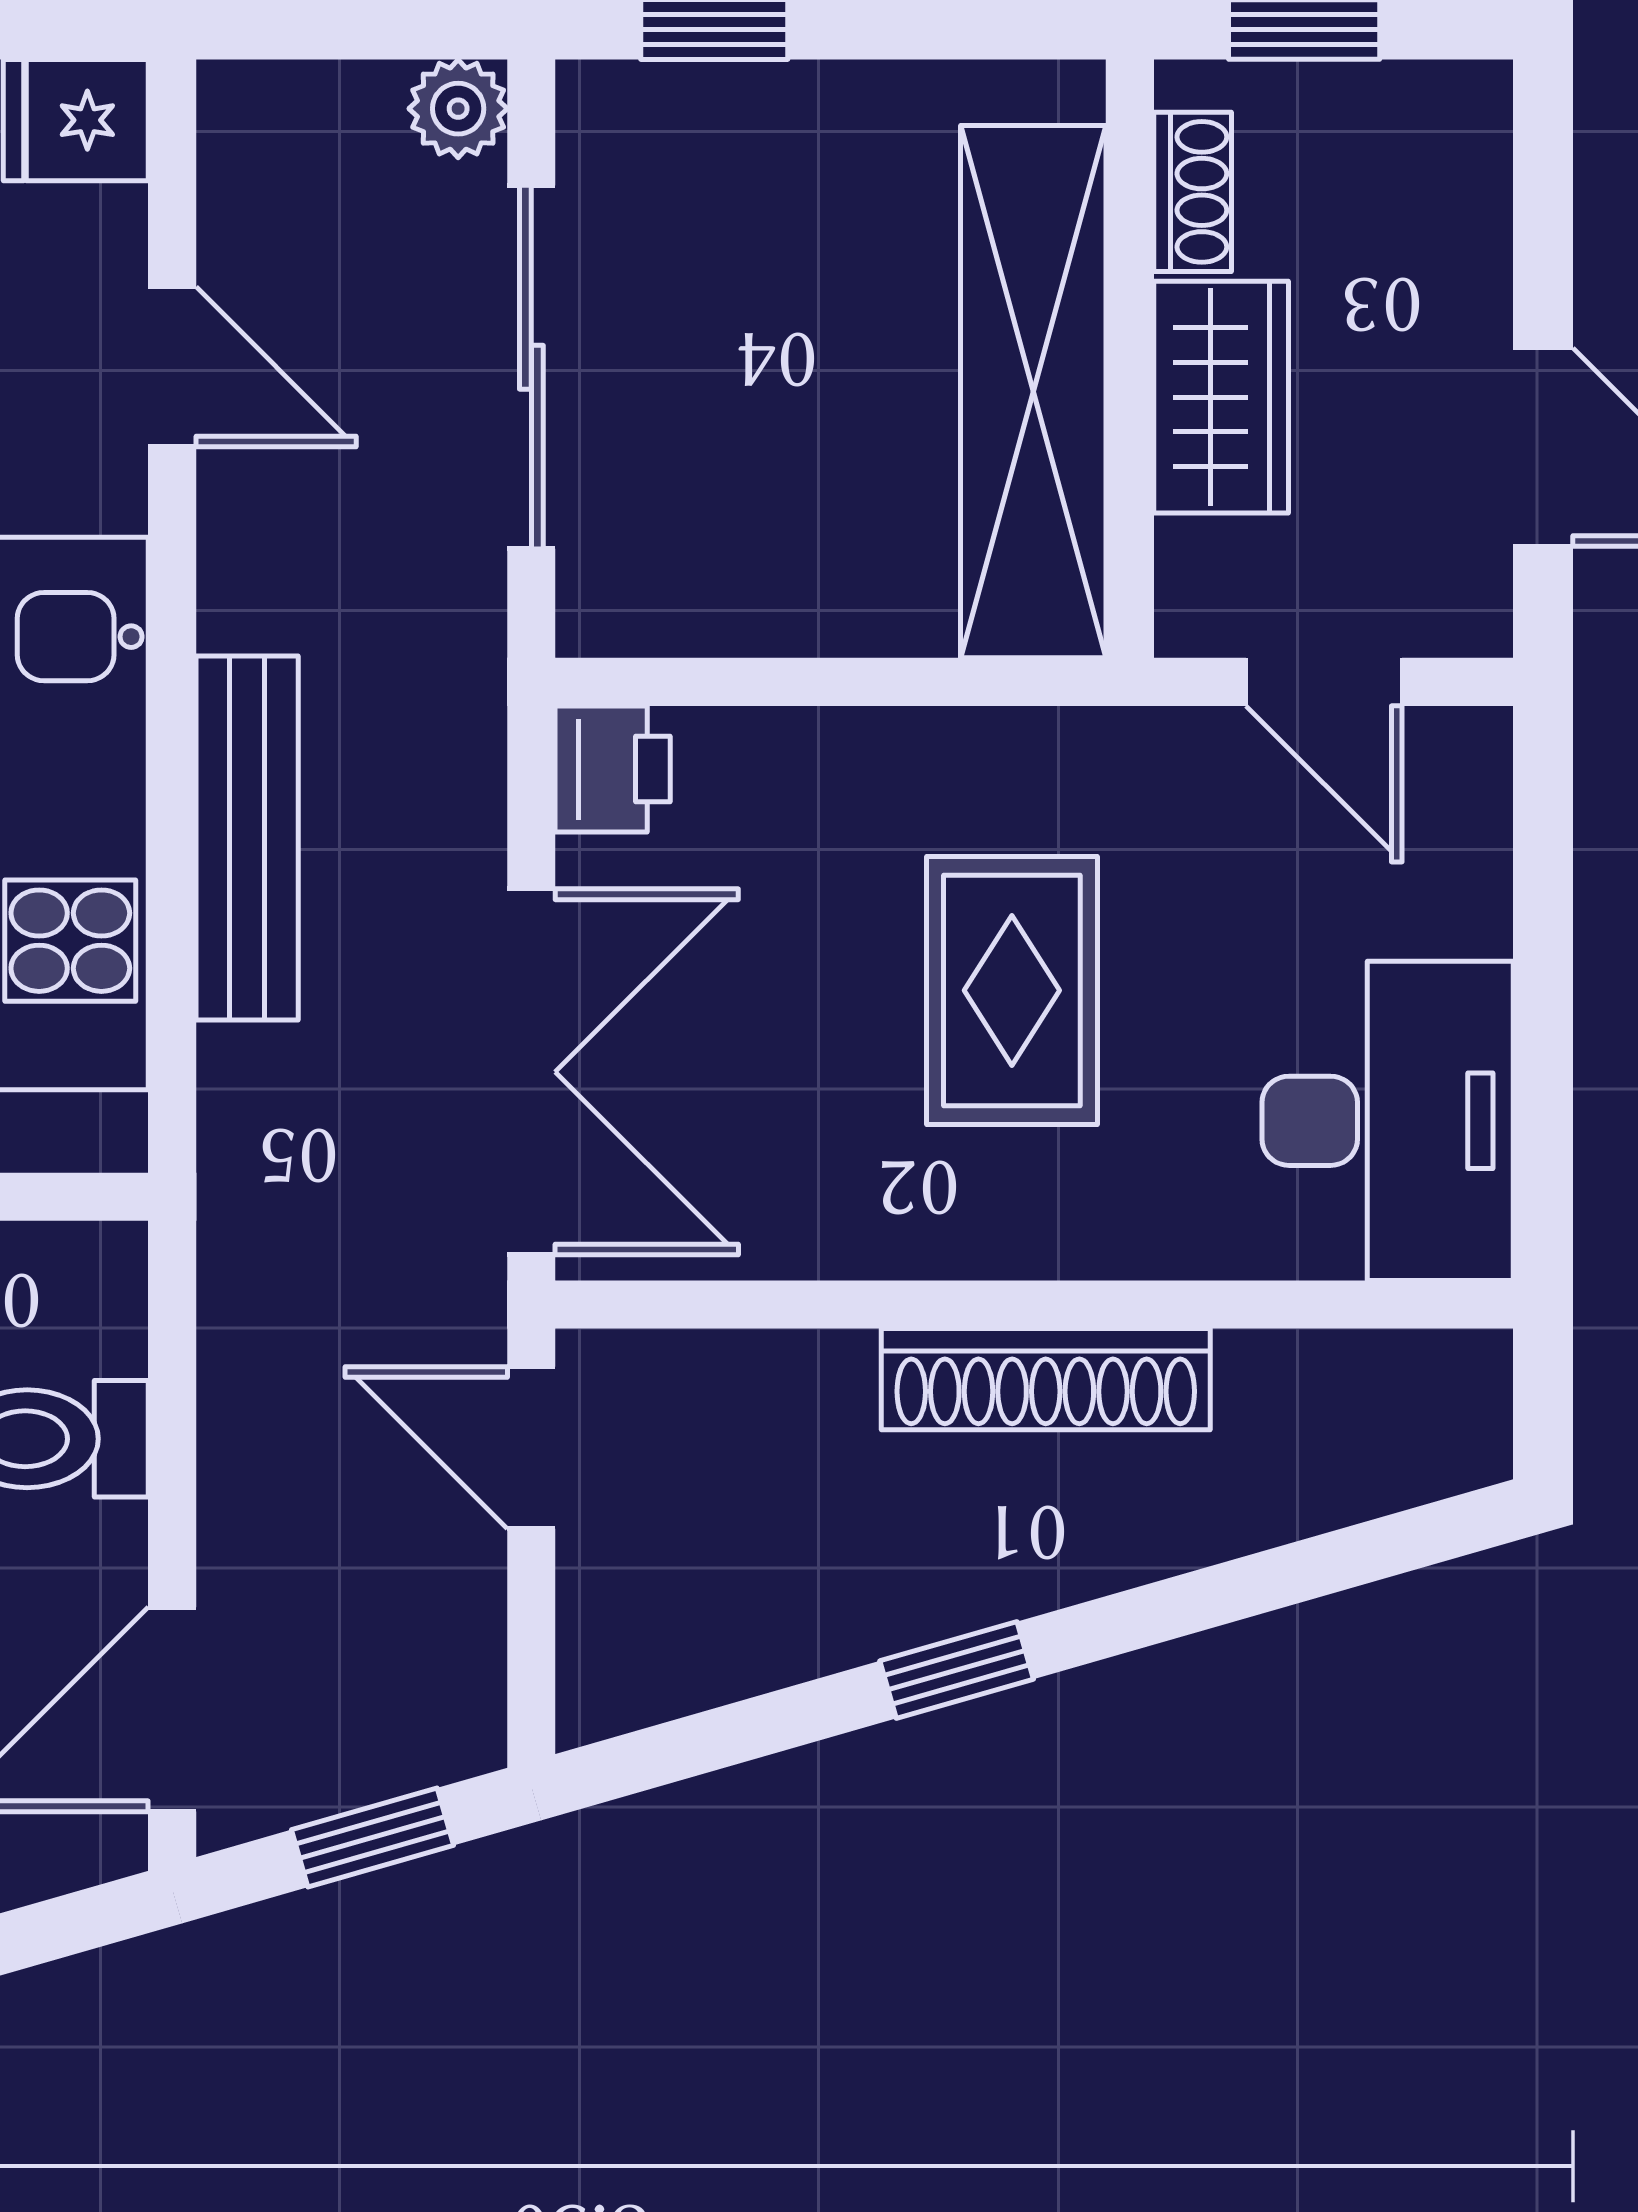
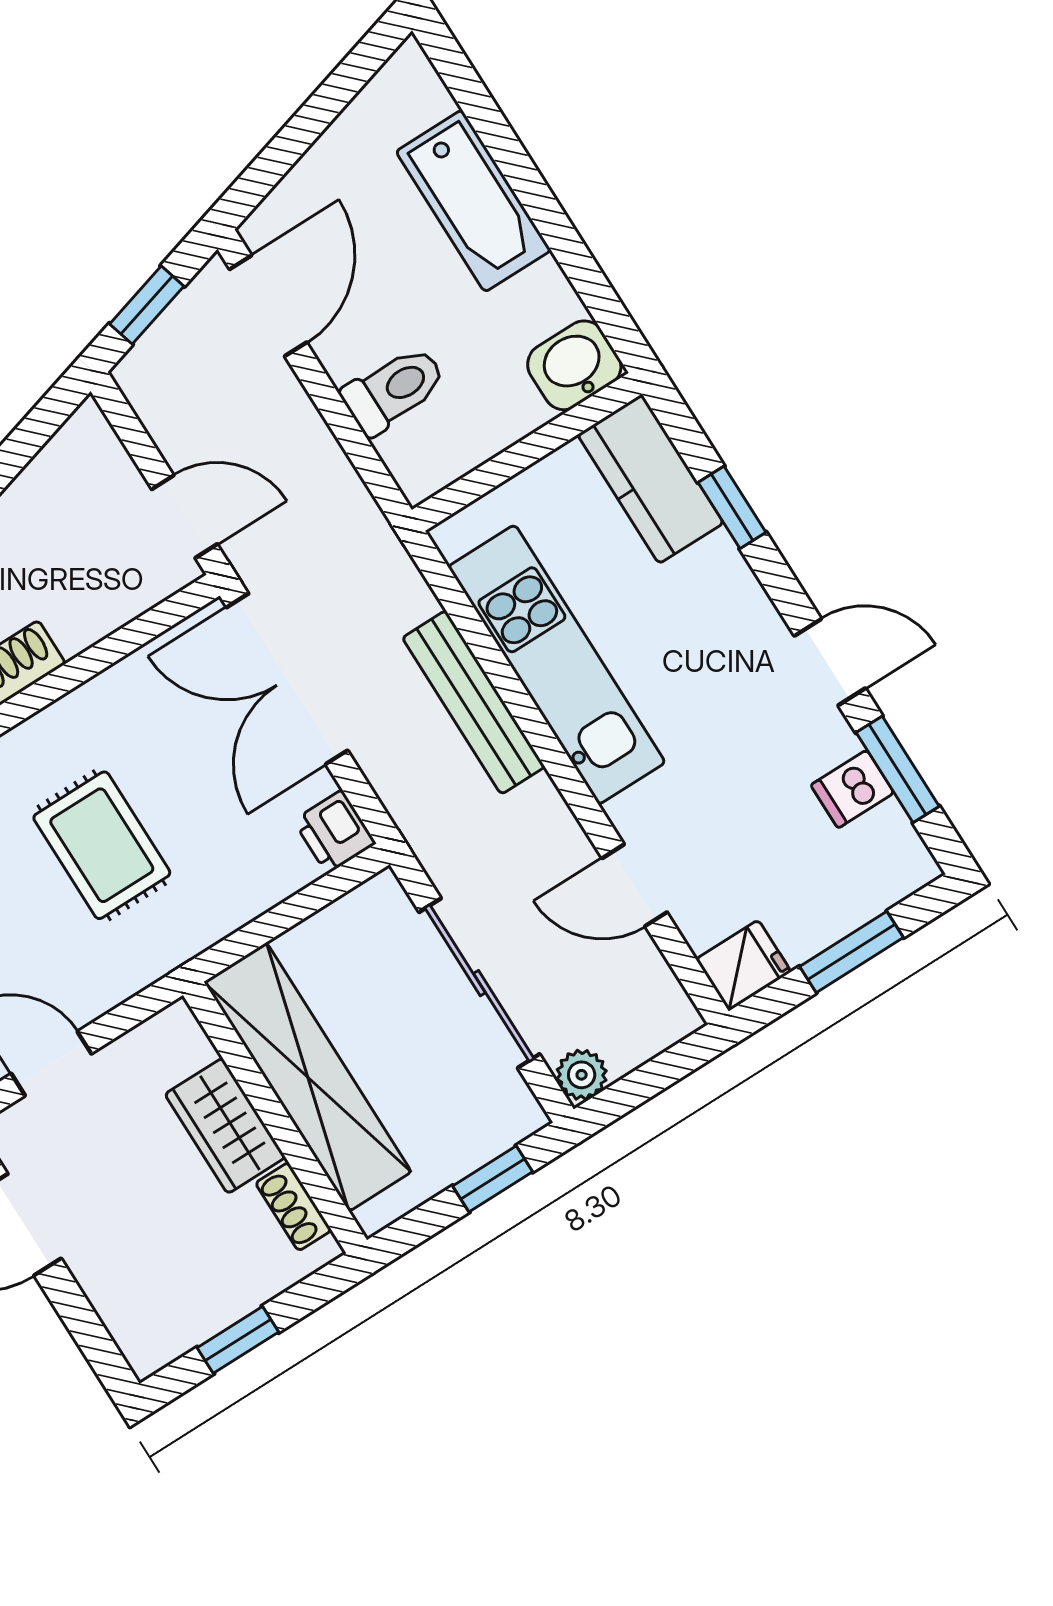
shoe rack: (1193, 192) -> (293, 1207), moved
wall: (1130, 359) -> (275, 1118), moved
shelving: (1033, 392) -> (308, 1077), moved
wardrobe: (1221, 397) -> (225, 1126), moved

